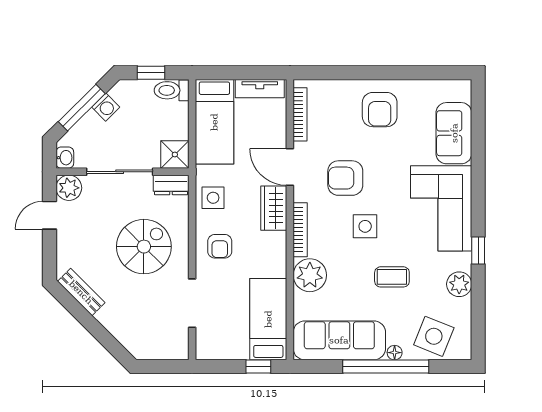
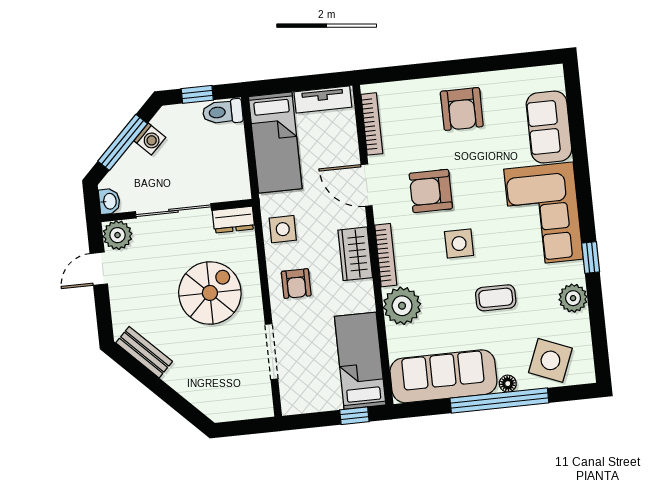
shower: (175, 155) -> (234, 185), removed
wardrobe: (274, 208) -> (355, 254), moved

